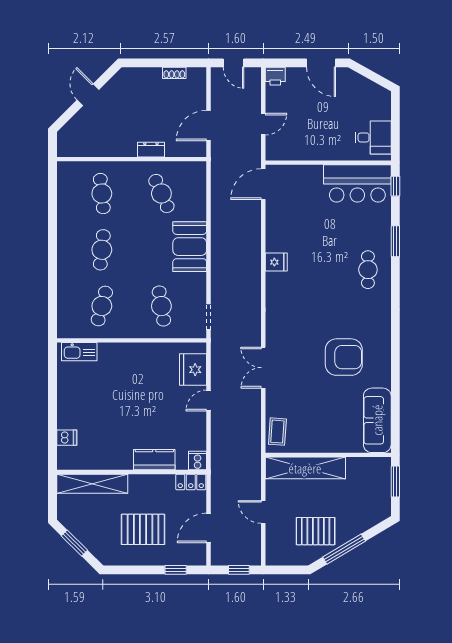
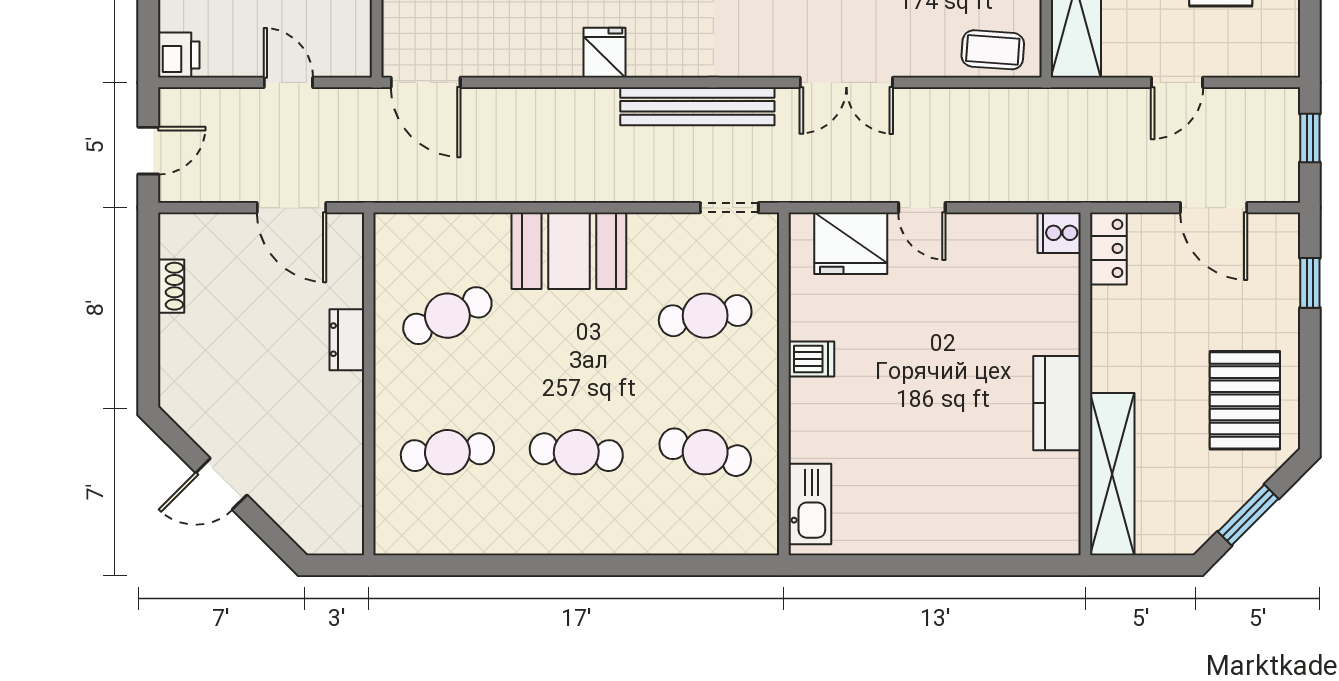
bench: (253, 303) -> (697, 106), added
dishwasher: (67, 438) -> (811, 359), moved, turned 90
kitchen counter: (154, 460) -> (1057, 403), moved
pallet: (143, 529) -> (1245, 400), moved

